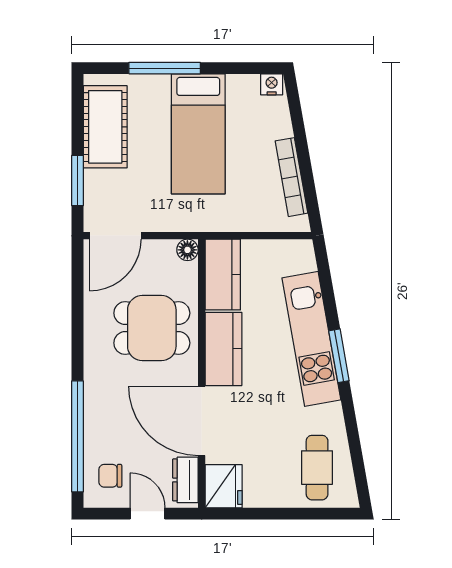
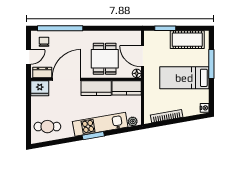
door: (115, 236) -> (143, 56), moved
plant: (305, 260) -> (133, 121), added

